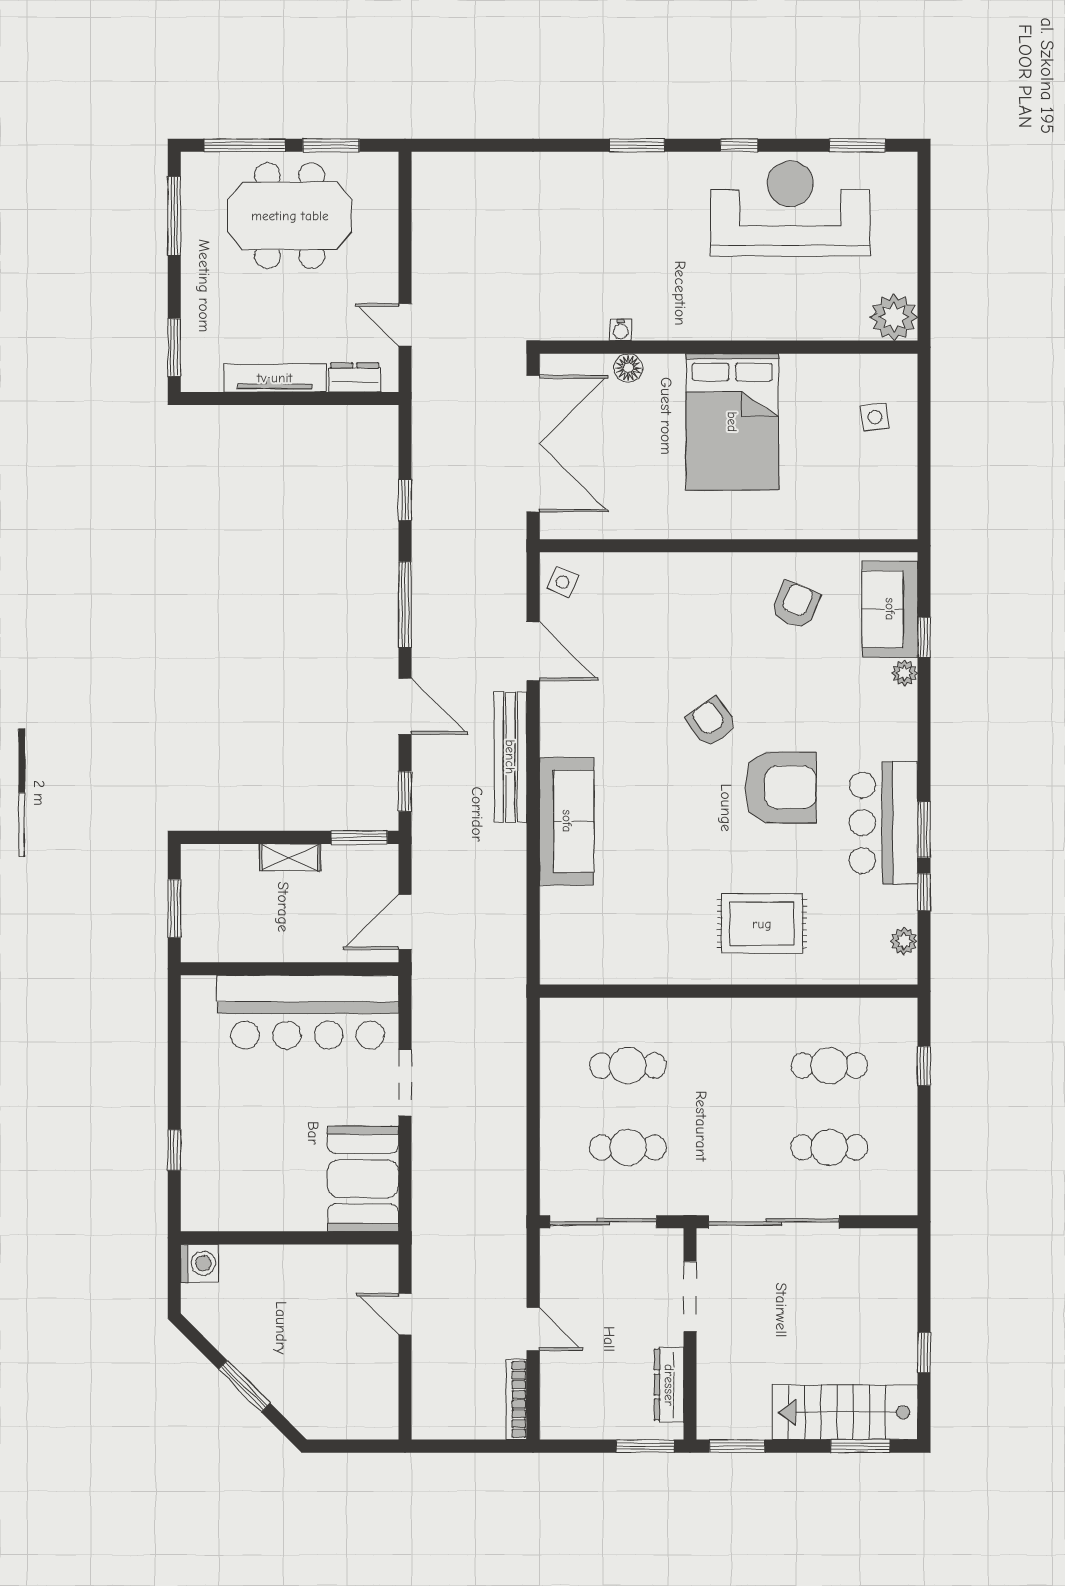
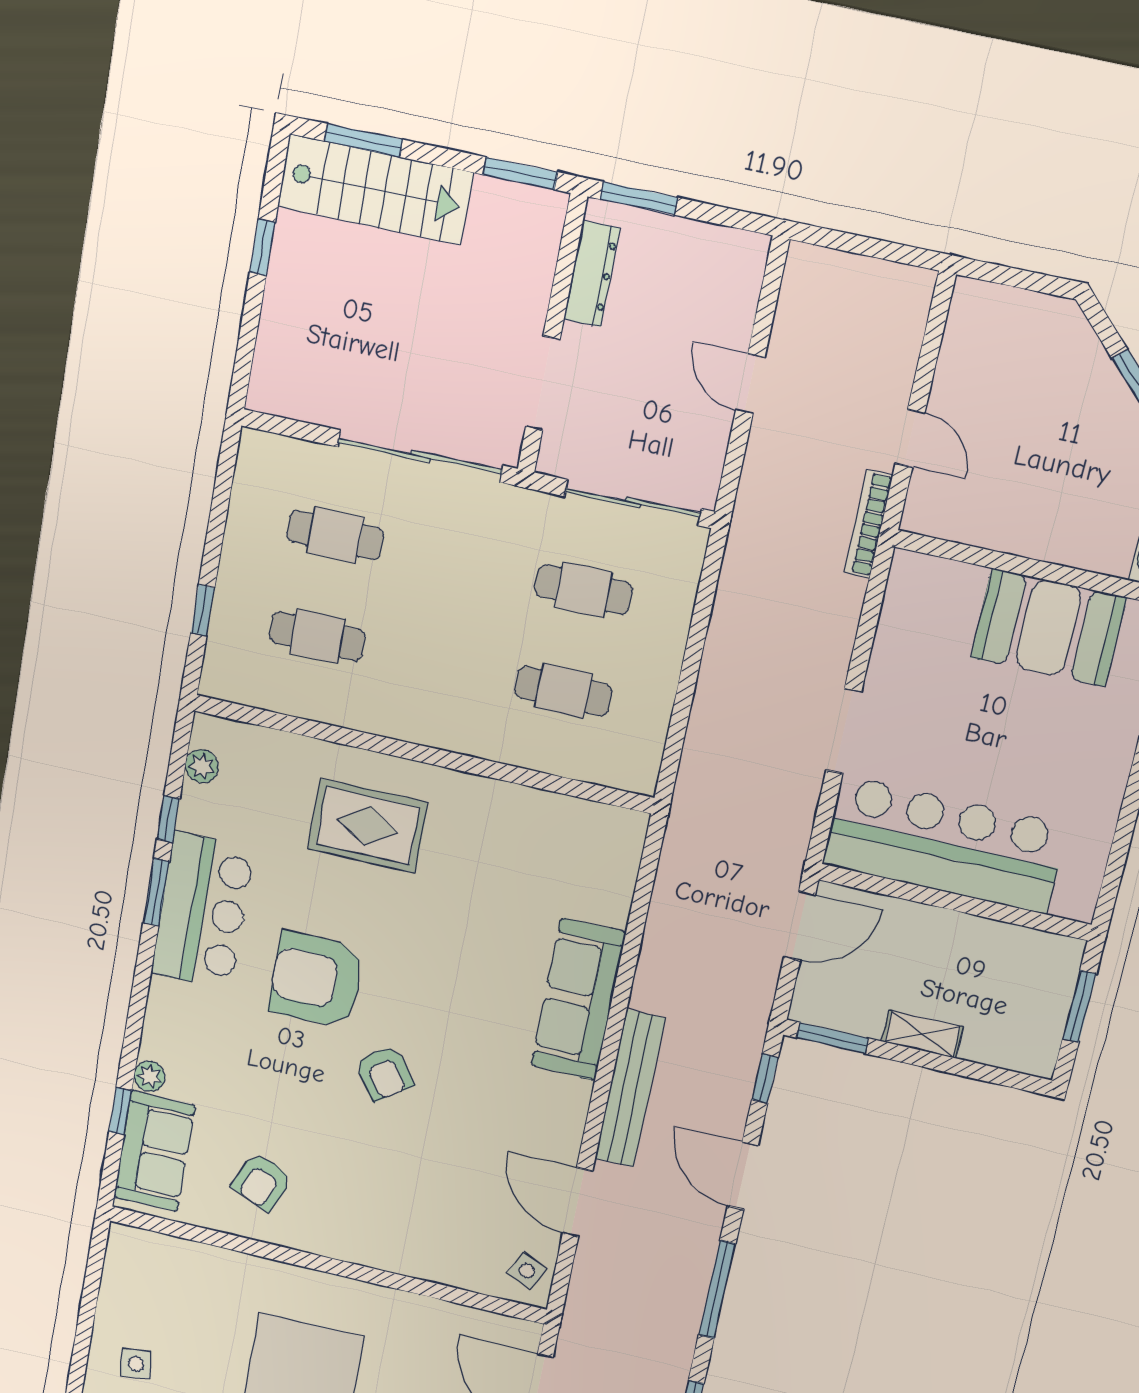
booth: (363, 1179) -> (1048, 628), moved, turned 90
bookcase: (516, 1399) -> (868, 524), moved, turned 180

